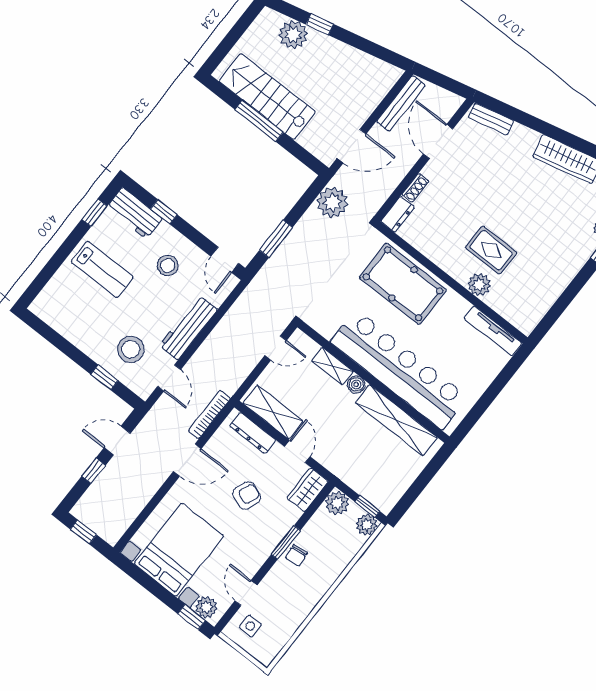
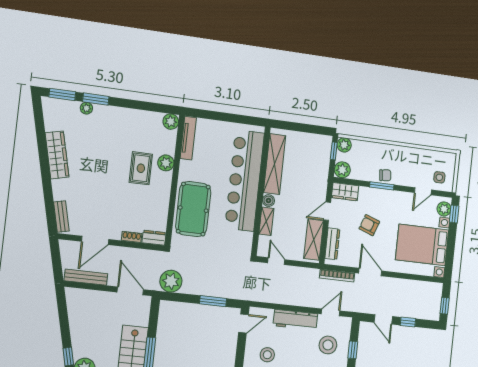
plant: (526, 322) -> (171, 122), added

